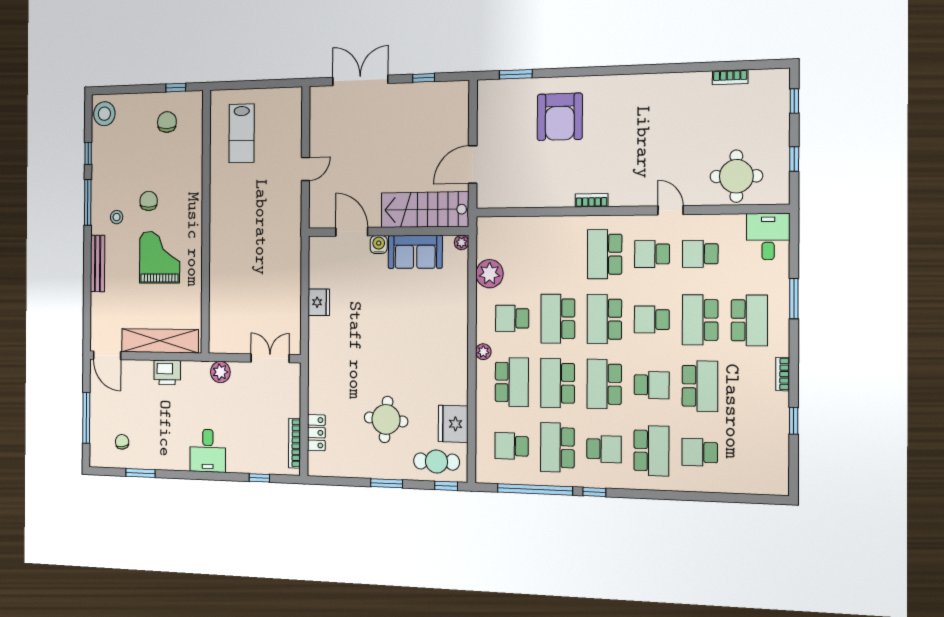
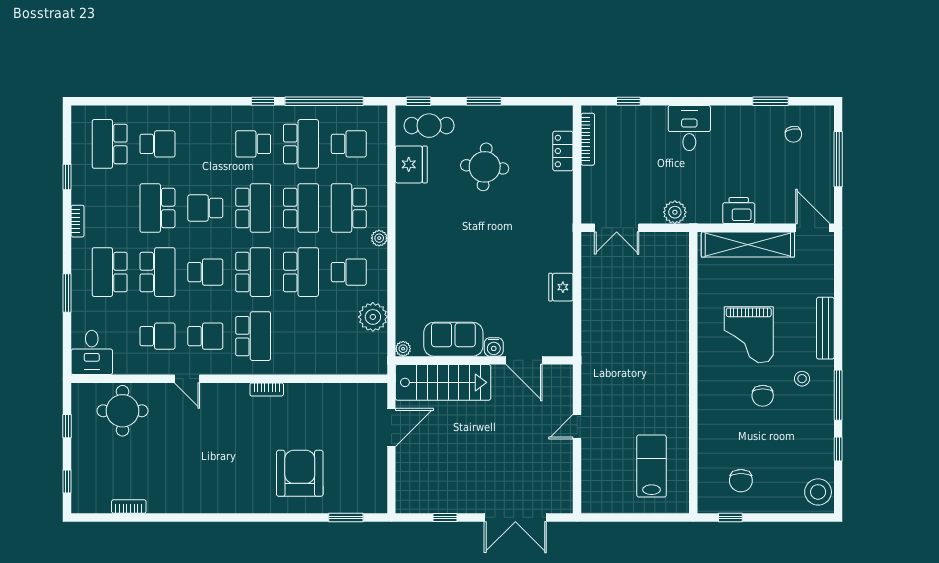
school desk: (651, 451) -> (110, 144), moved

